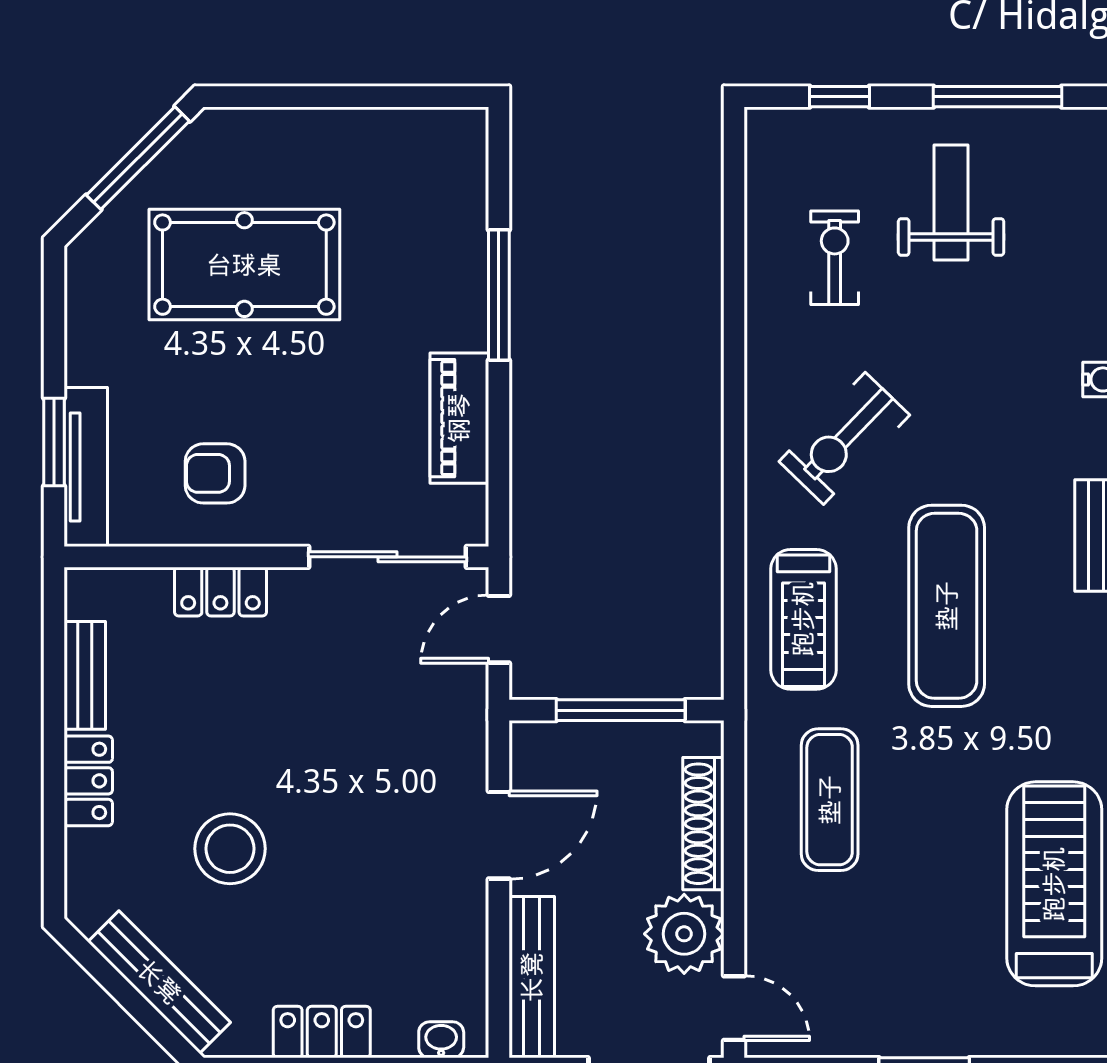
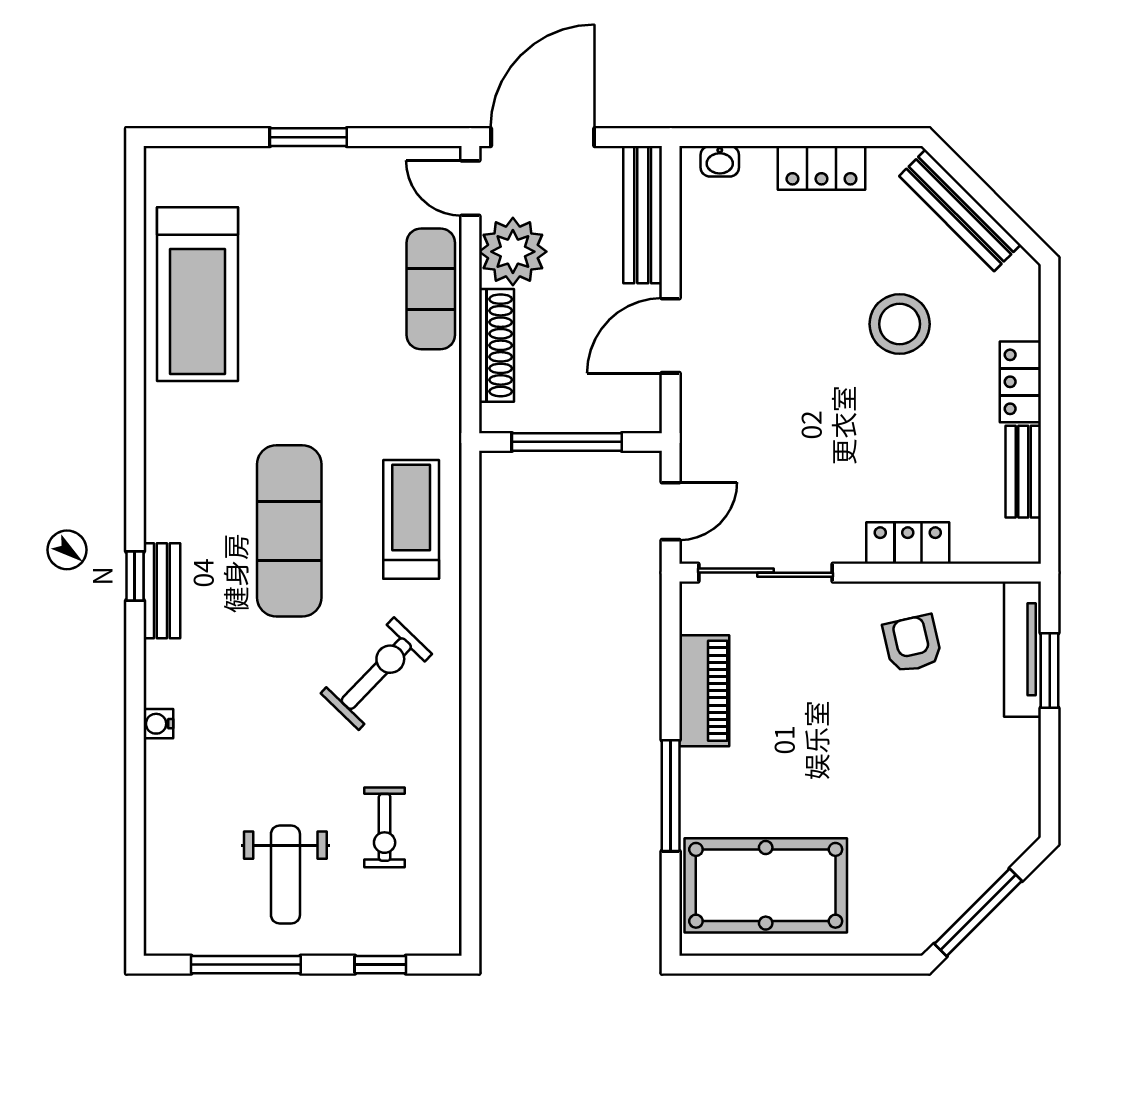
pool table: (244, 265) -> (766, 885), moved
armchair: (215, 473) -> (912, 644), turned -103
exercise mat: (830, 800) -> (431, 289), moved

